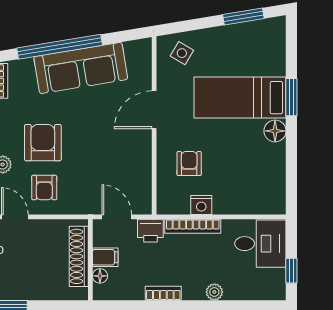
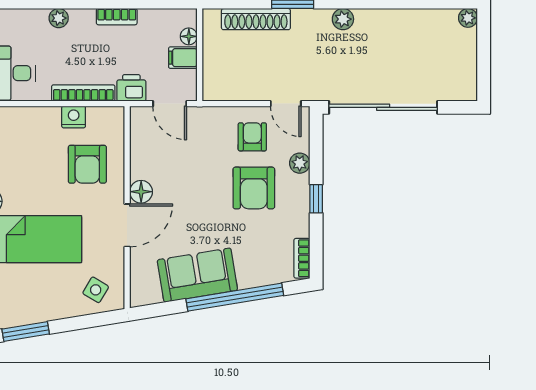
sofa: (81, 68) -> (197, 275), width x0.73
floor lamp: (142, 139) -> (141, 192), added
armchair: (189, 163) -> (87, 164), width x1.38, depth x1.38
shoe rack: (79, 256) -> (256, 19), moved, turned 90

